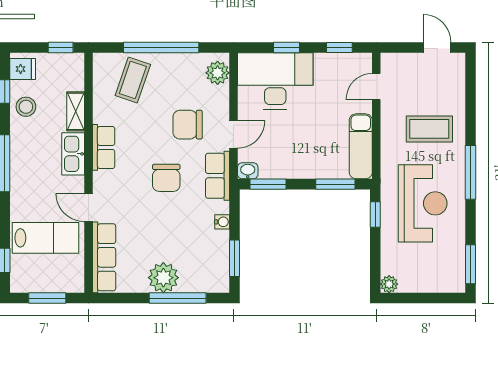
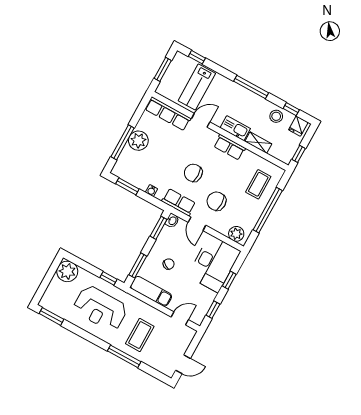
coffee table: (133, 80) -> (258, 184), turned 71
door: (376, 87) -> (180, 318), hinge flipped
chair: (188, 125) -> (217, 201), turned -90
chair: (310, 143) -> (169, 264), added
window: (470, 172) -> (124, 356), moved
plant: (389, 284) -> (67, 271), width x1.88, depth x1.88

